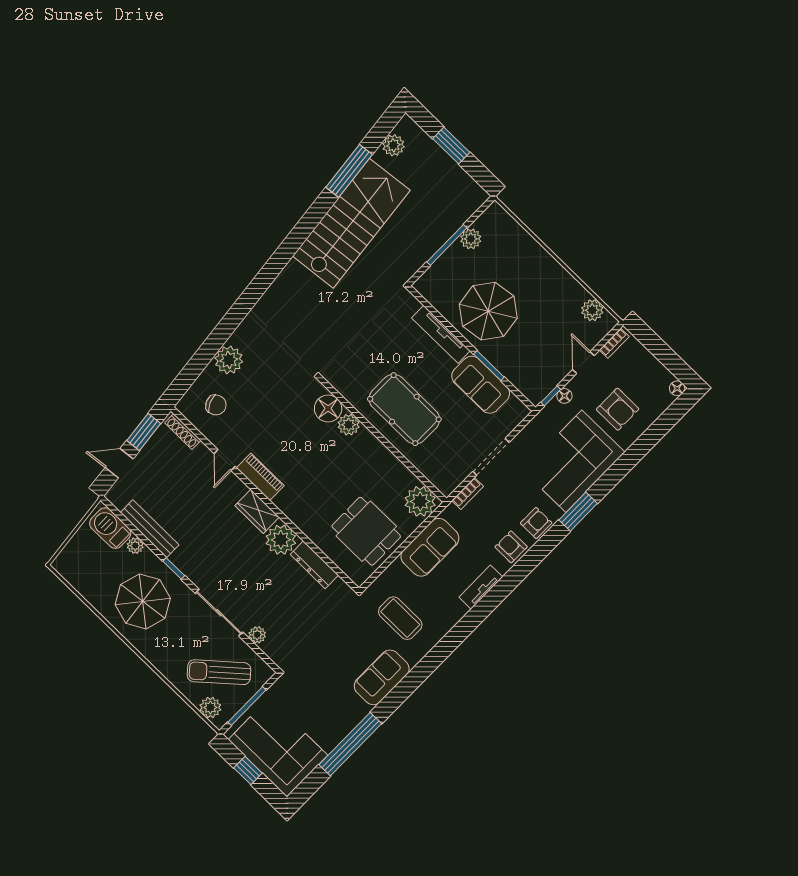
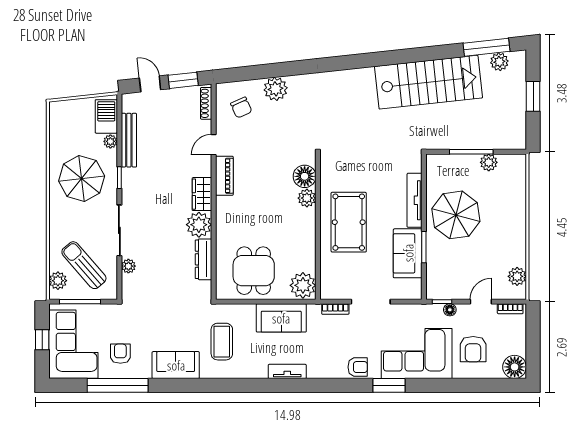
window: (349, 171) -> (486, 47), moved
floor lamp: (677, 388) -> (515, 367), width x1.89, depth x1.89
armchair: (511, 547) -> (120, 354), moved

